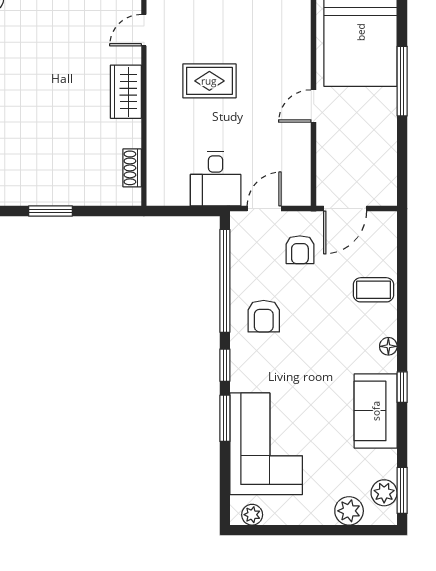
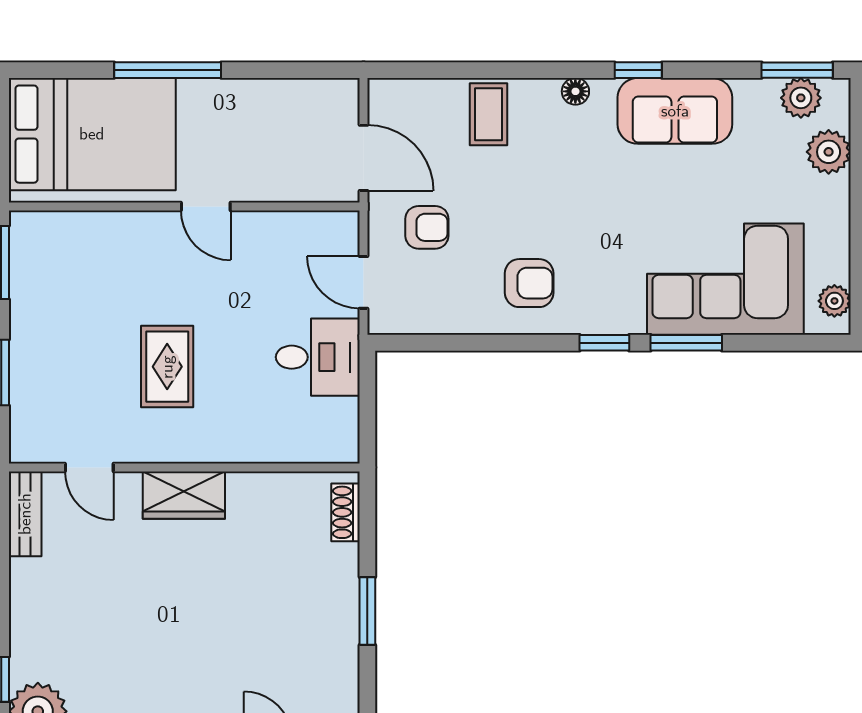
shoe rack: (132, 168) -> (345, 512), moved, turned 90
window: (225, 281) -> (475, 343), removed

